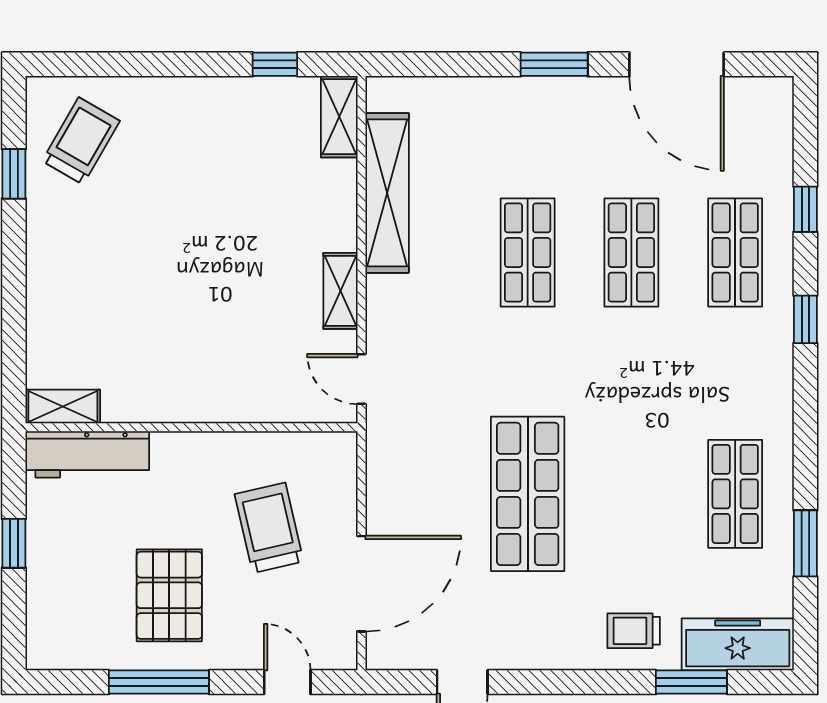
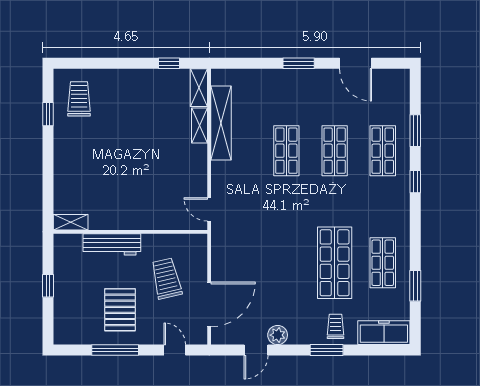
door: (677, 64) -> (356, 63), width x0.73
trolley: (81, 141) -> (79, 99), turned -30
window: (805, 209) -> (415, 131), width x1.50
shelving: (340, 291) -> (199, 126), moved
workbench: (87, 454) -> (112, 244), moved
shop shelf: (528, 494) -> (335, 263), moved
trolley: (634, 631) -> (336, 326), turned 90
plant: (509, 650) -> (278, 335), added
window: (691, 682) -> (327, 350), moved

